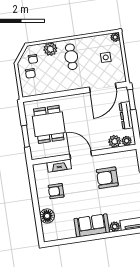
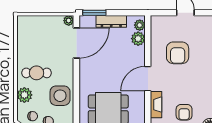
plant: (115, 37) -> (69, 21), moved
side table: (106, 57) -> (60, 96), moved, width x1.87, depth x1.87
door: (103, 88) -> (76, 43), hinge flipped

